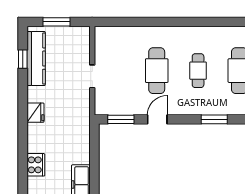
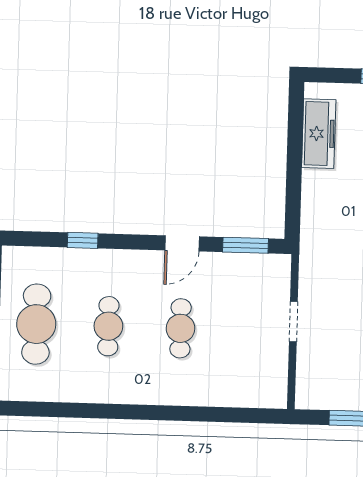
cafe table: (157, 71) -> (181, 328), width x0.73, depth x0.74
window: (214, 119) -> (83, 240), width x0.67

